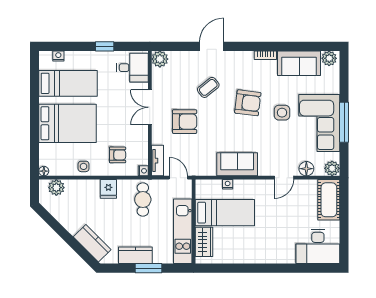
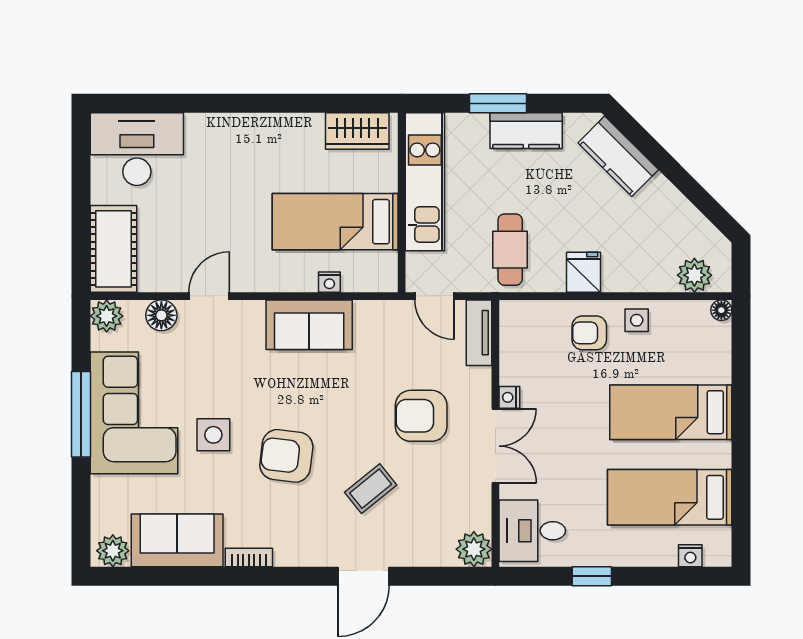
bed: (67, 123) -> (671, 412), width x0.67
armchair: (118, 155) -> (589, 333), moved
nightstand: (143, 171) -> (509, 397), moved
wardrobe: (204, 242) -> (357, 131), moved, turned -90

